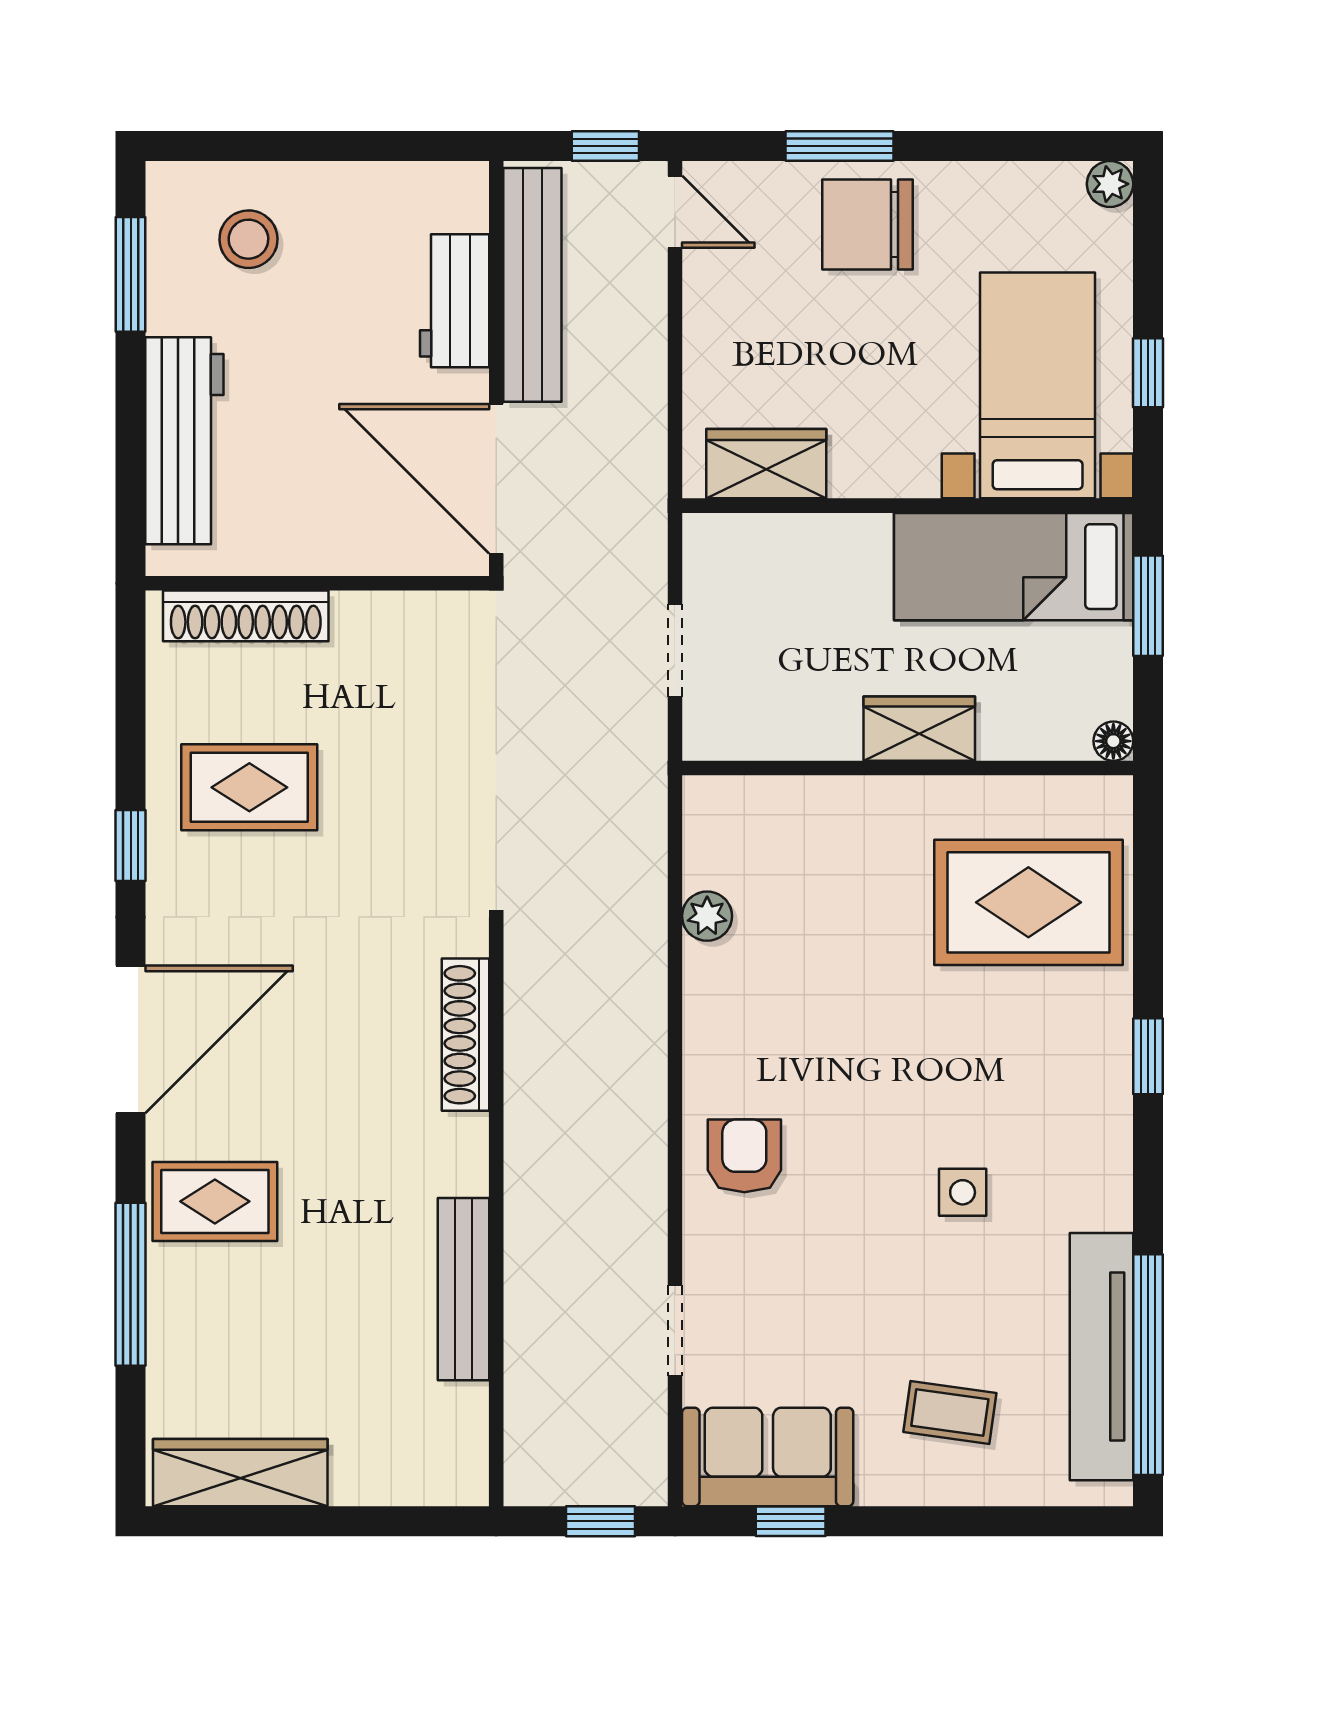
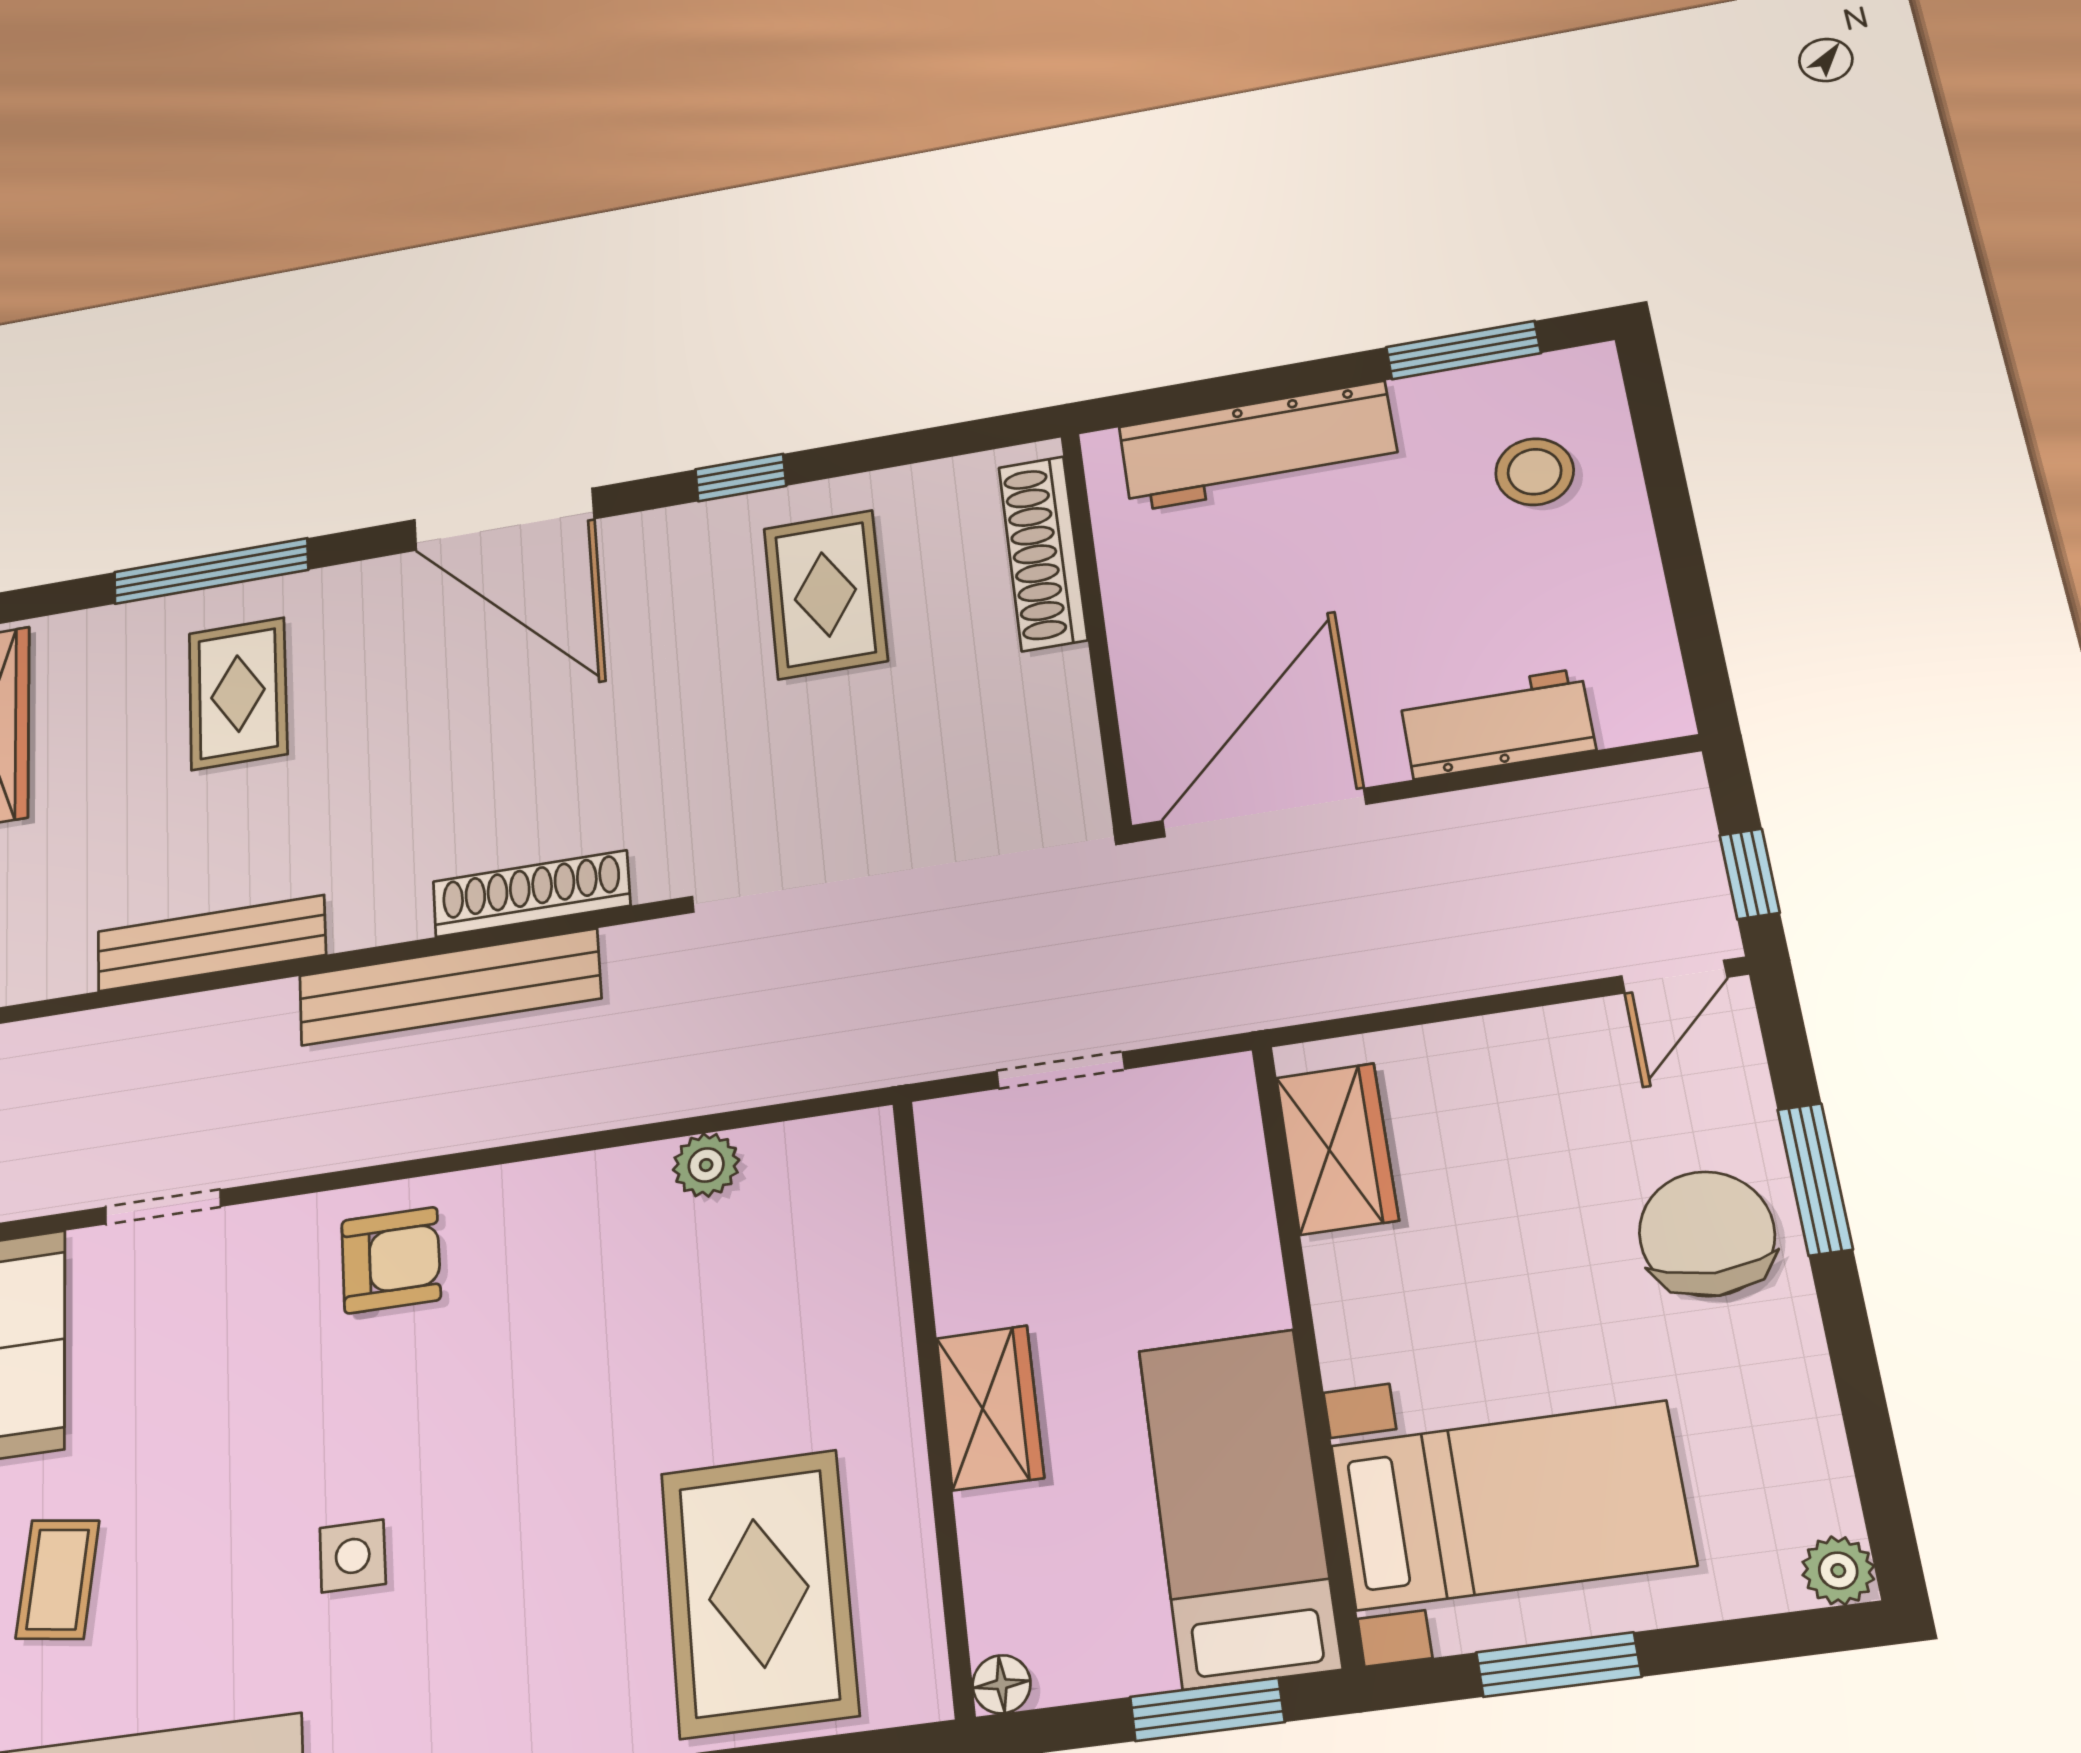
bench: (532, 285) -> (449, 987), moved
window: (1148, 373) -> (1559, 1665), width x1.50
rug: (215, 1201) -> (238, 693), moved

